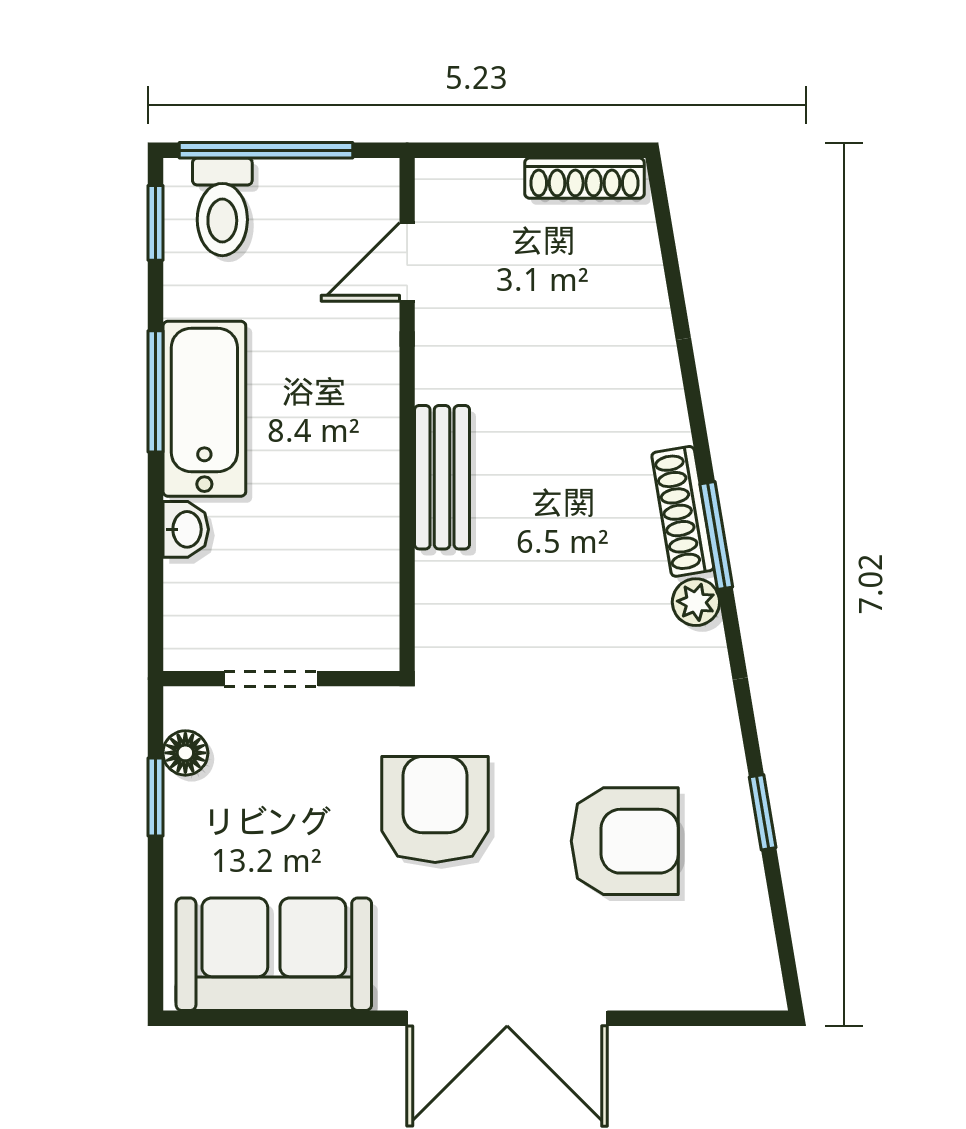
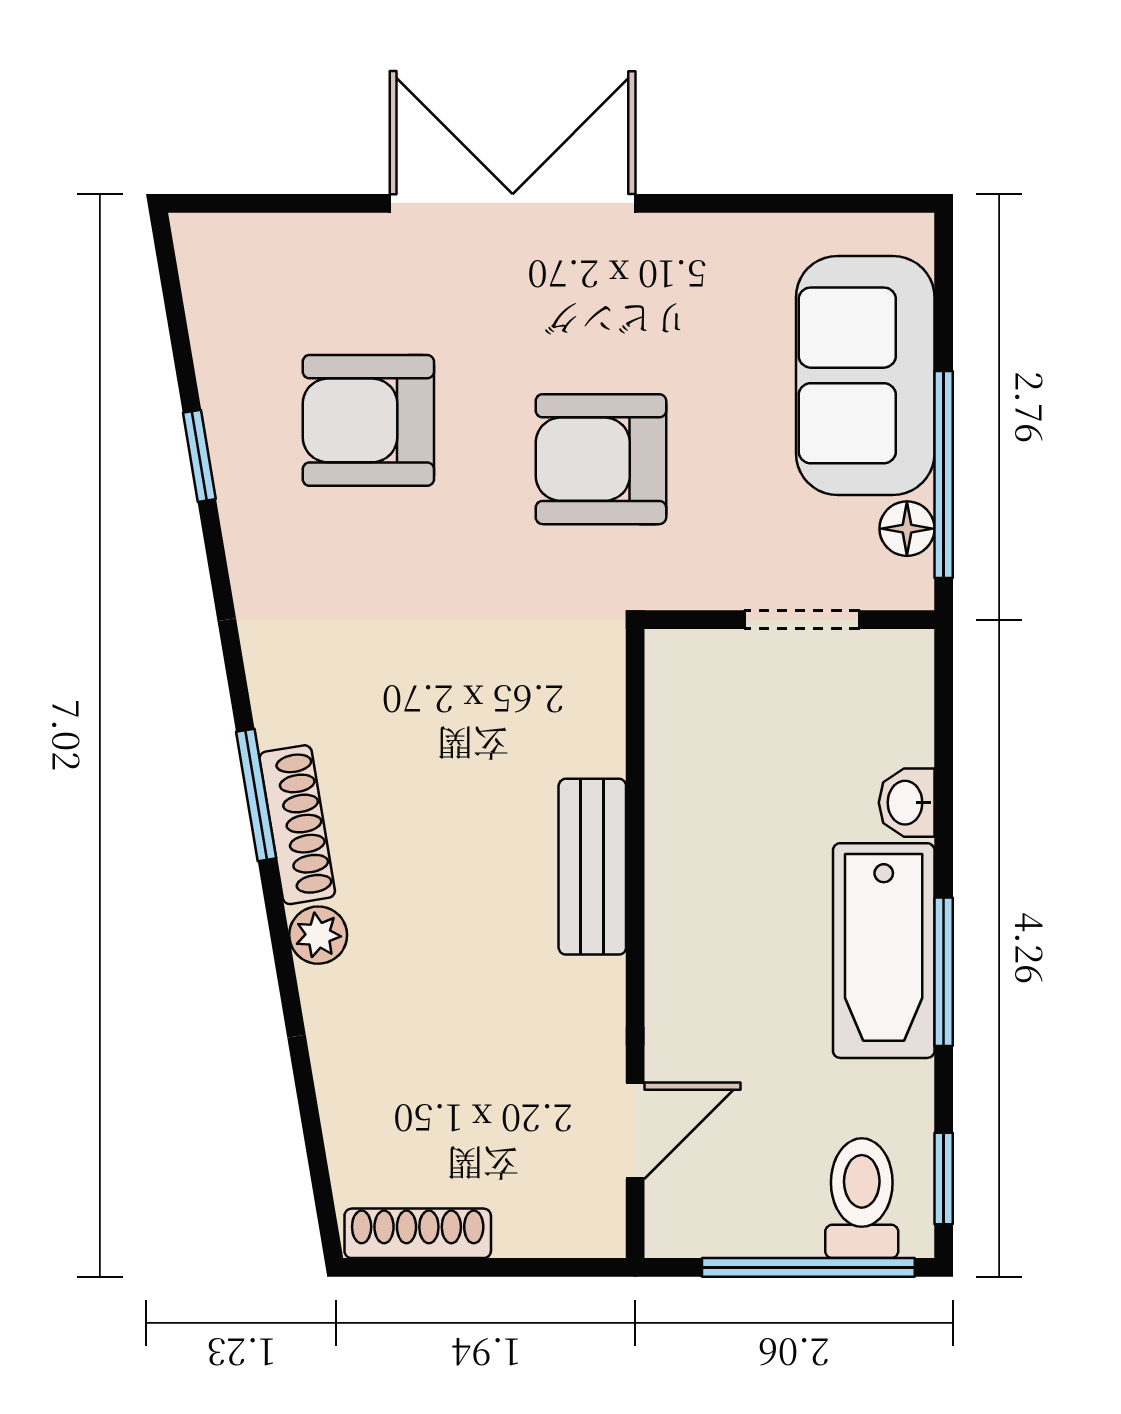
plant: (696, 602) -> (318, 935), moved
window: (156, 797) -> (944, 474), width x2.17
armchair: (435, 810) -> (601, 459), turned 90
sofa: (274, 954) -> (865, 375), moved, turned 90

